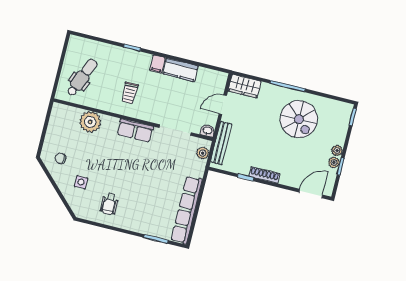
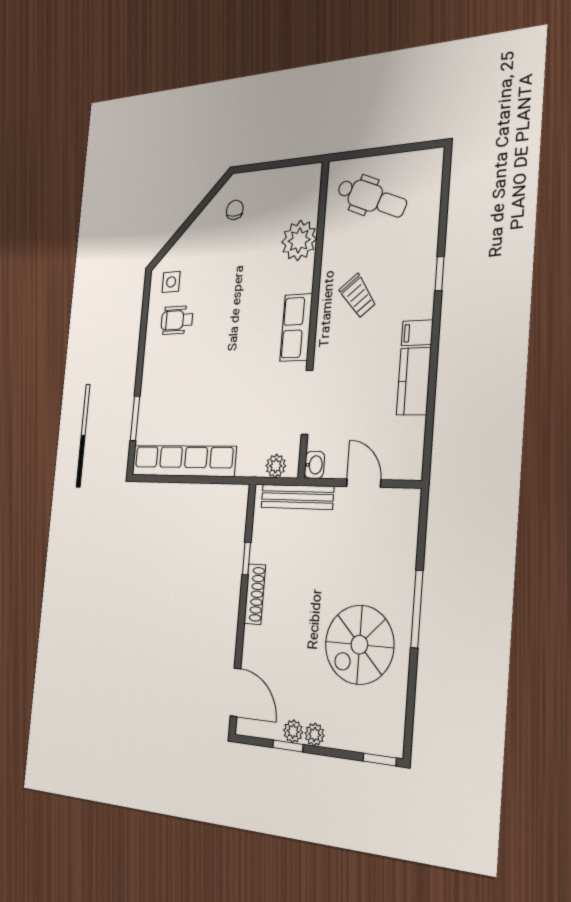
wardrobe: (245, 86) -> (403, 519), removed
trolley: (130, 93) -> (358, 296), turned -128
side table: (81, 182) -> (171, 282), moved

